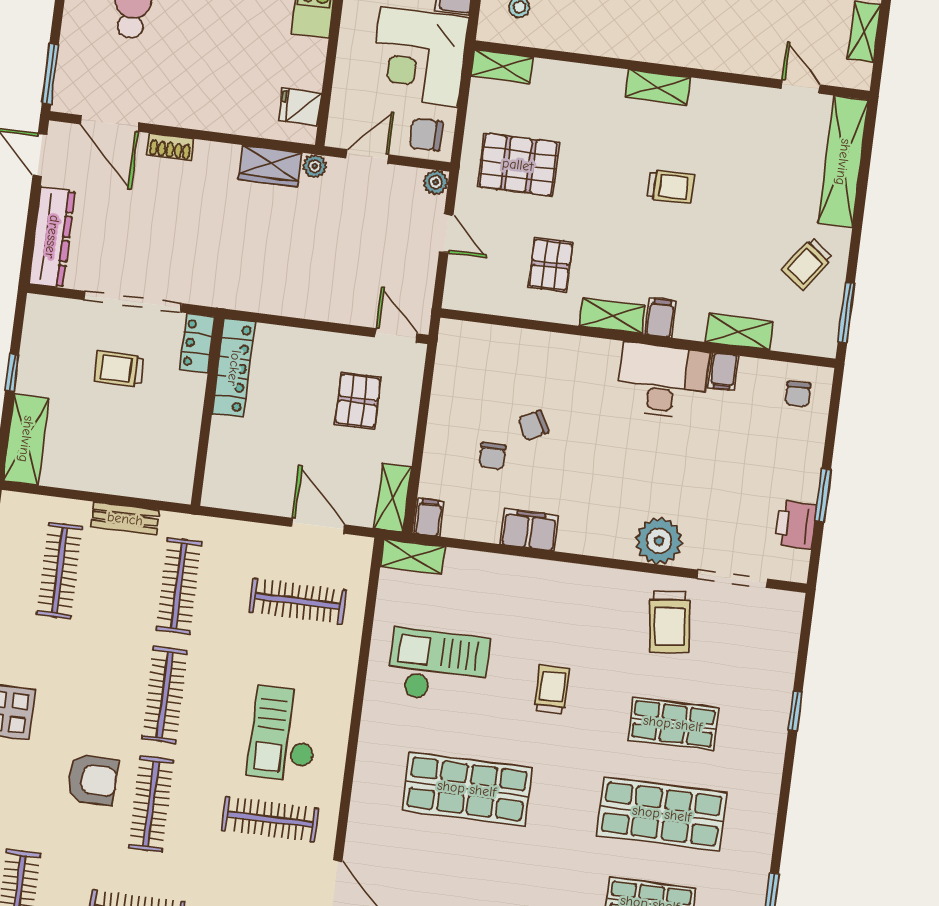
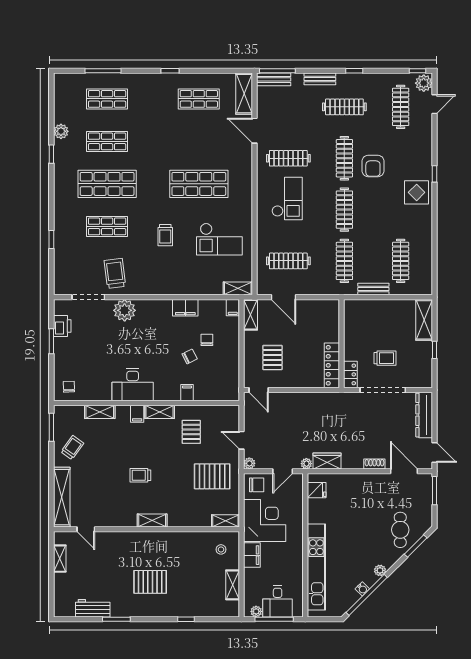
filing cabinet: (723, 372) -> (187, 393), moved
armchair: (92, 780) -> (373, 166), turned -90

